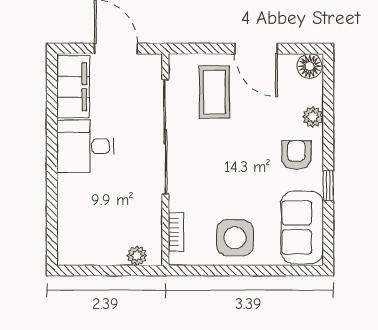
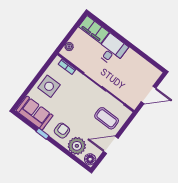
filing cabinet: (73, 87) -> (94, 29), moved
plant: (313, 117) -> (77, 146), width x1.88, depth x1.88
desk: (85, 146) -> (112, 50), moved
armchair: (296, 155) -> (62, 131), turned -90

